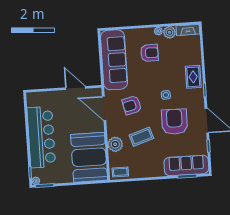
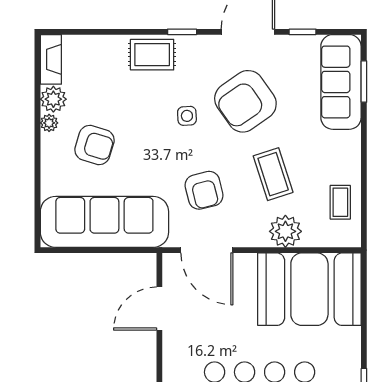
armchair: (149, 53) -> (94, 145), turned 107
door: (104, 108) -> (207, 250), hinge flipped
armchair: (174, 122) -> (245, 101), turned -36
coffee table: (120, 172) -> (340, 202), moved

